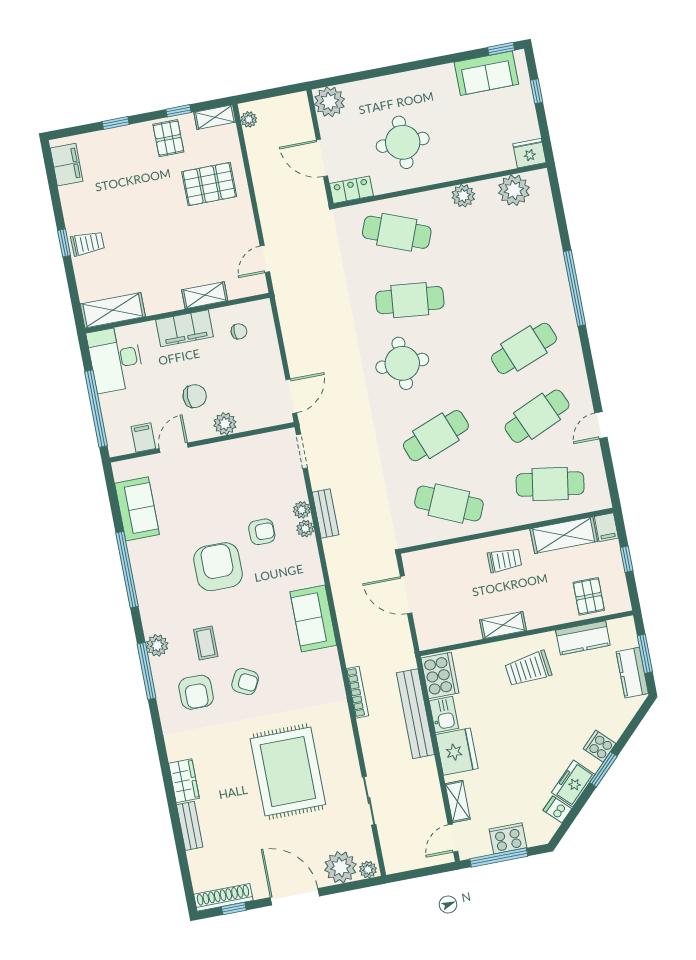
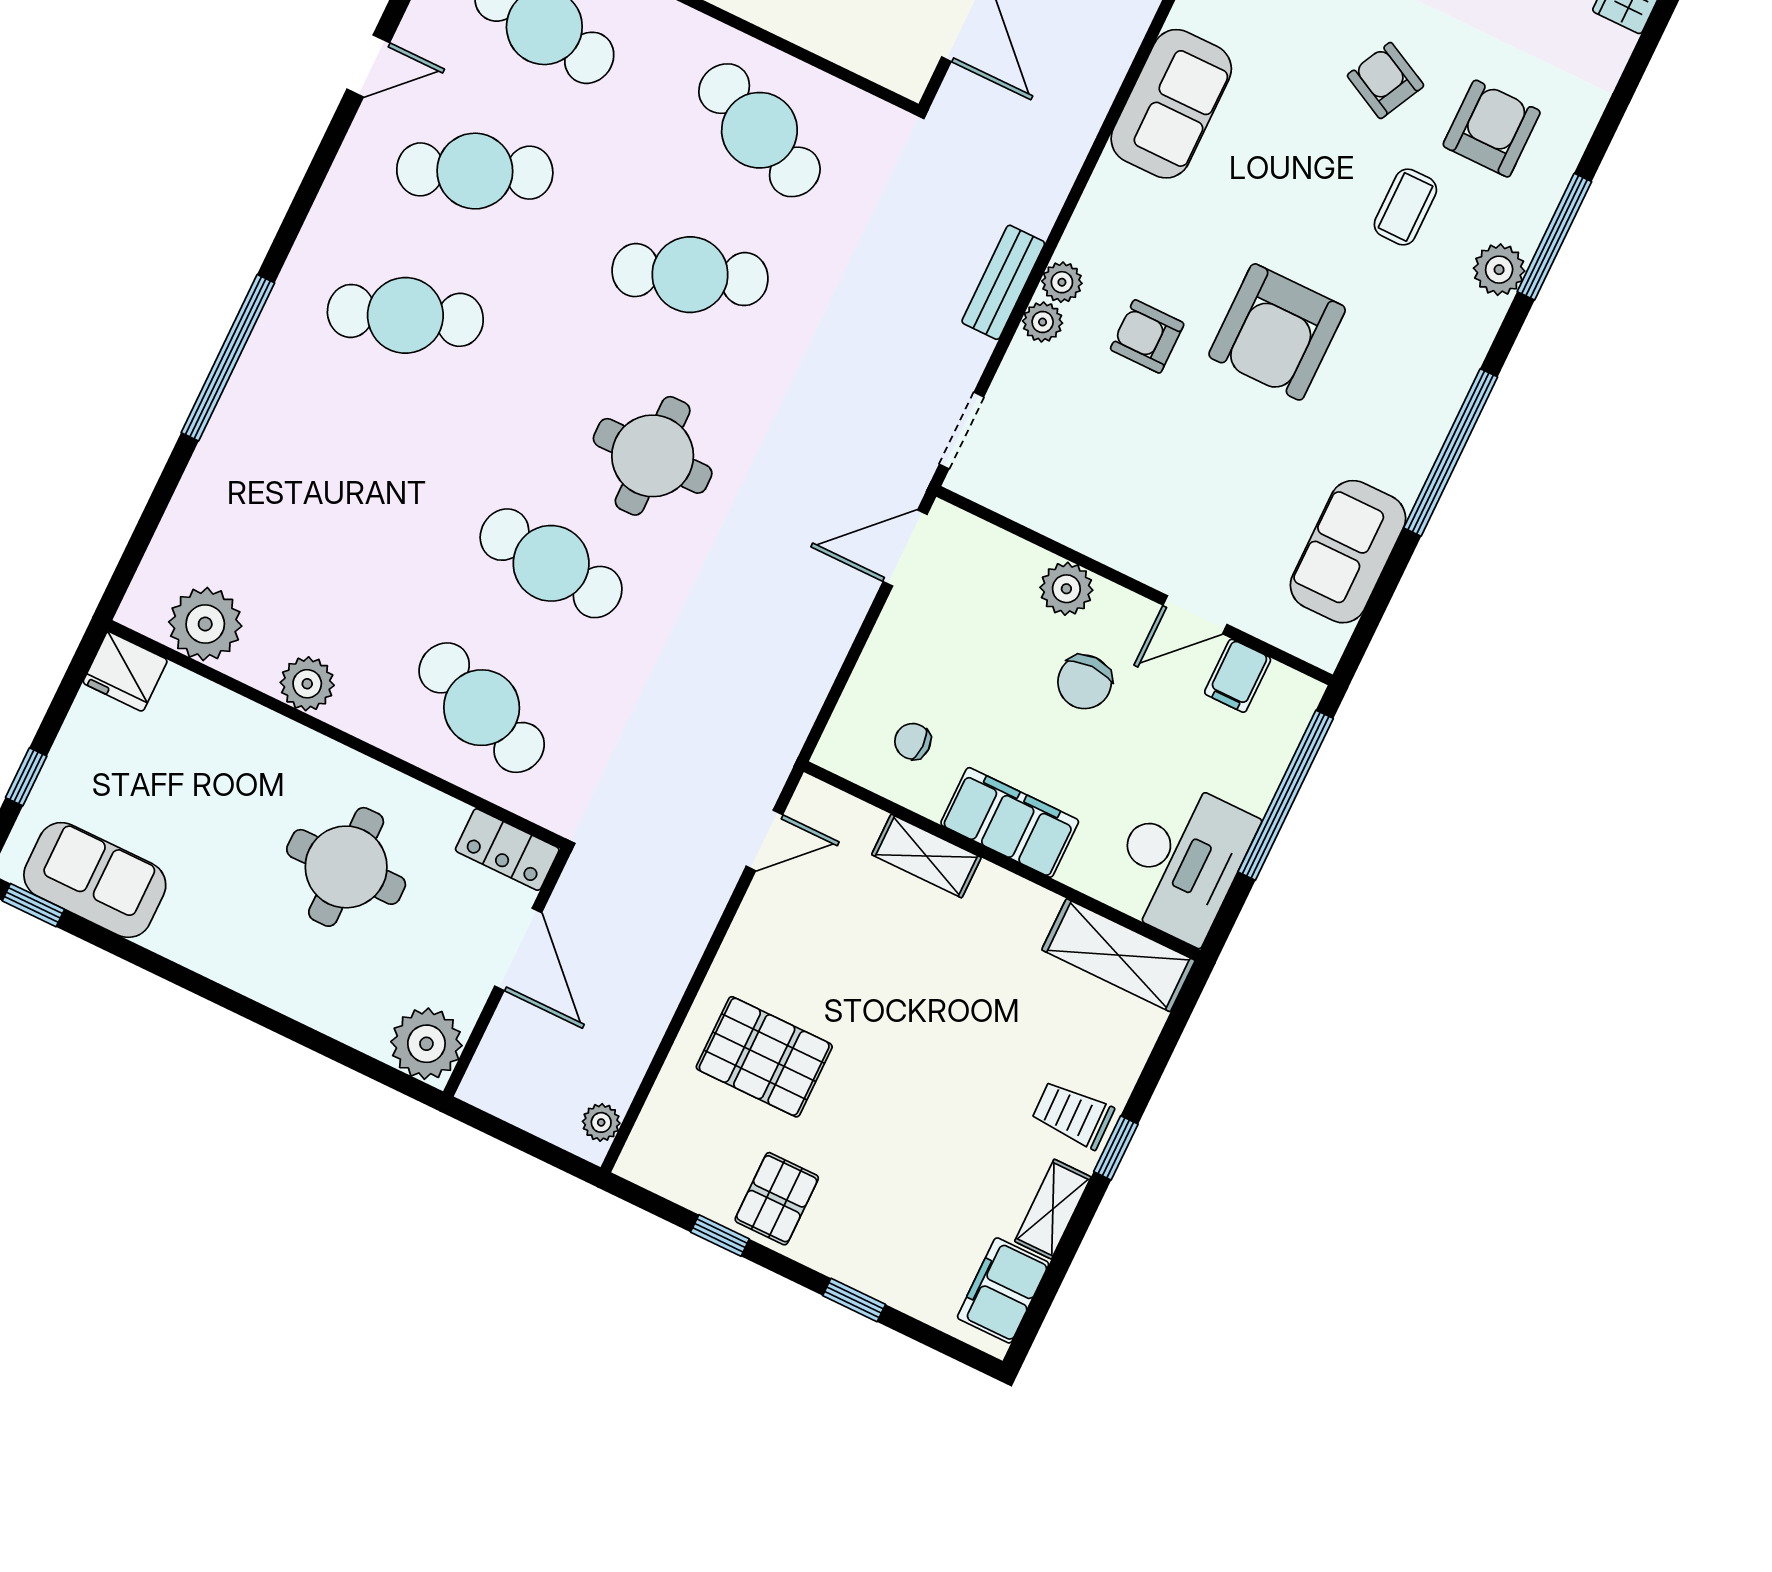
shelving: (215, 117) -> (1053, 1209), moved, turned 90
chair: (195, 396) -> (1085, 682), turned -90

